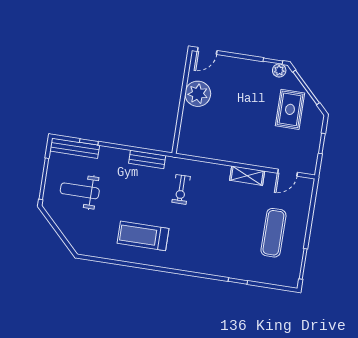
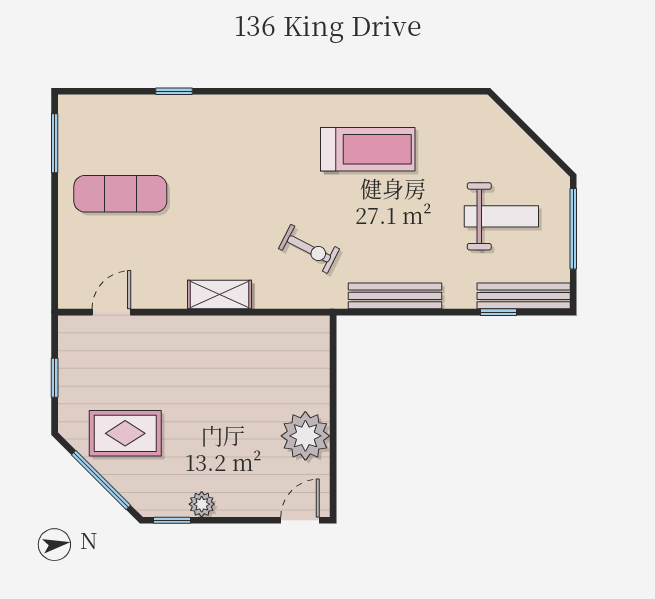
plant: (279, 70) -> (202, 504), moved
rug: (290, 109) -> (125, 433), turned 90
bench: (147, 159) -> (395, 296), width x1.36
shelving: (247, 176) -> (219, 295), moved
exercise bike: (181, 189) -> (309, 249), turned 117
exercise mat: (273, 233) -> (120, 194), turned 90

